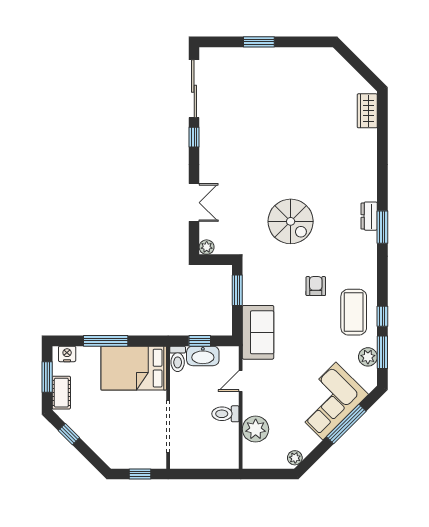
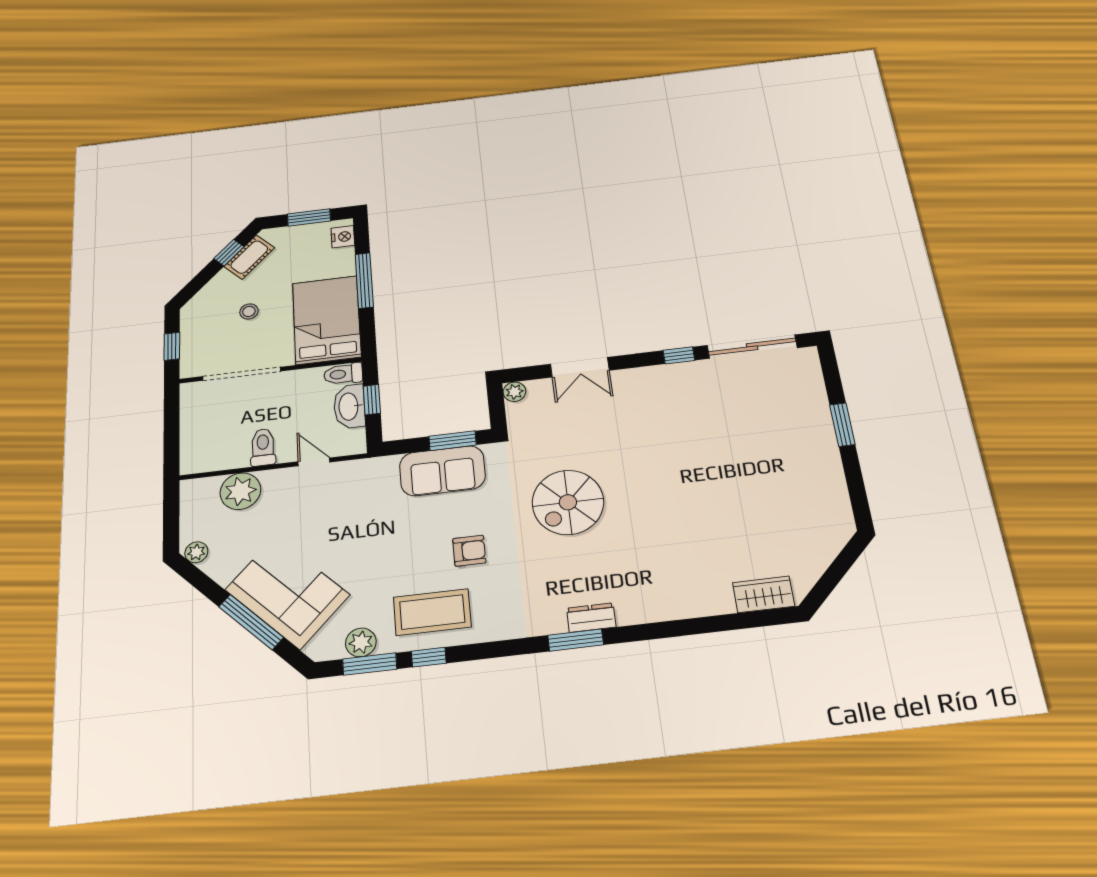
sofa: (258, 332) -> (442, 471), moved
cot: (61, 393) -> (249, 257), moved, turned -45
stool: (119, 421) -> (249, 311), added

